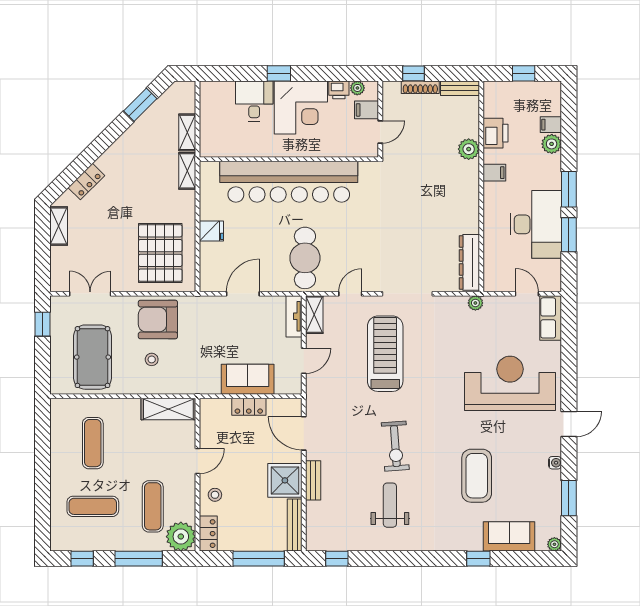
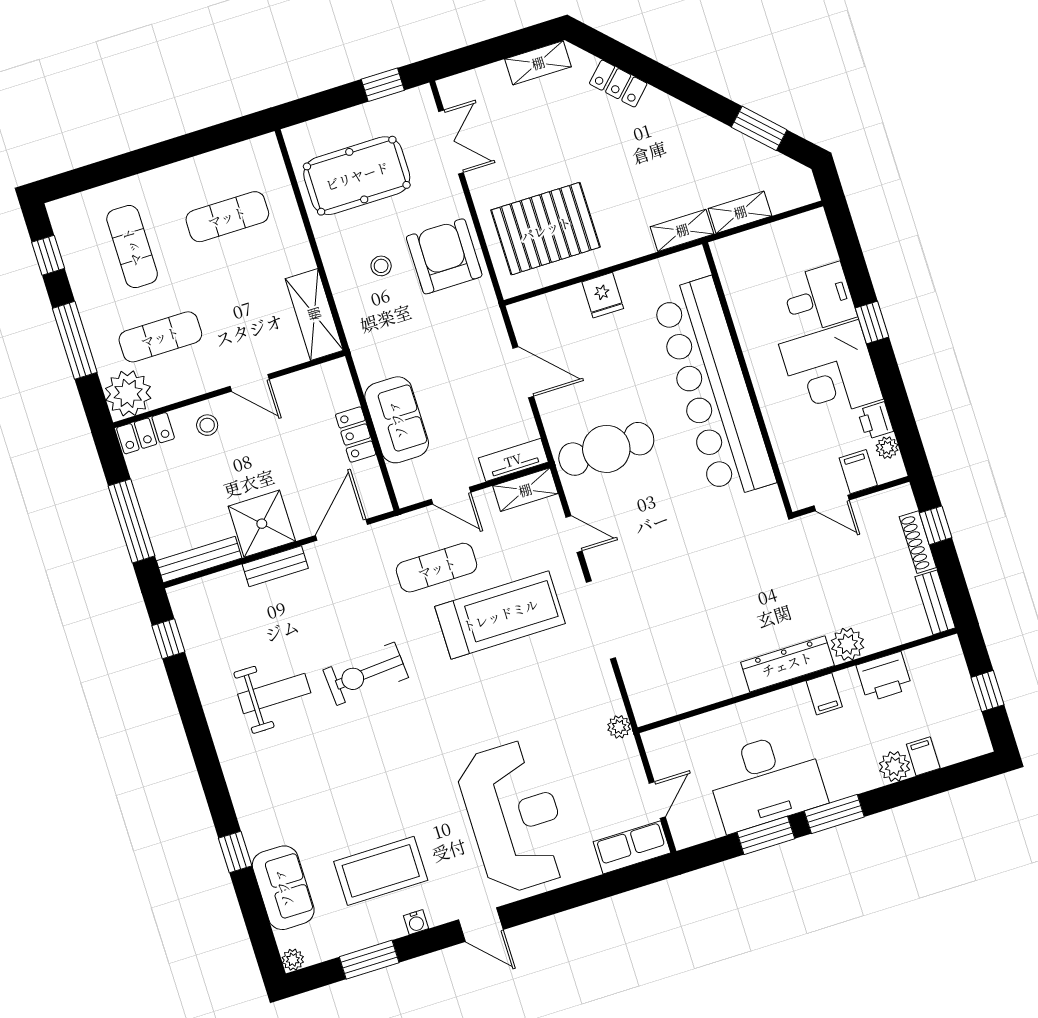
dresser: (469, 262) -> (787, 664), moved
exercise mat: (345, 383) -> (437, 568), added
coffee table: (477, 476) -> (381, 871), moved

